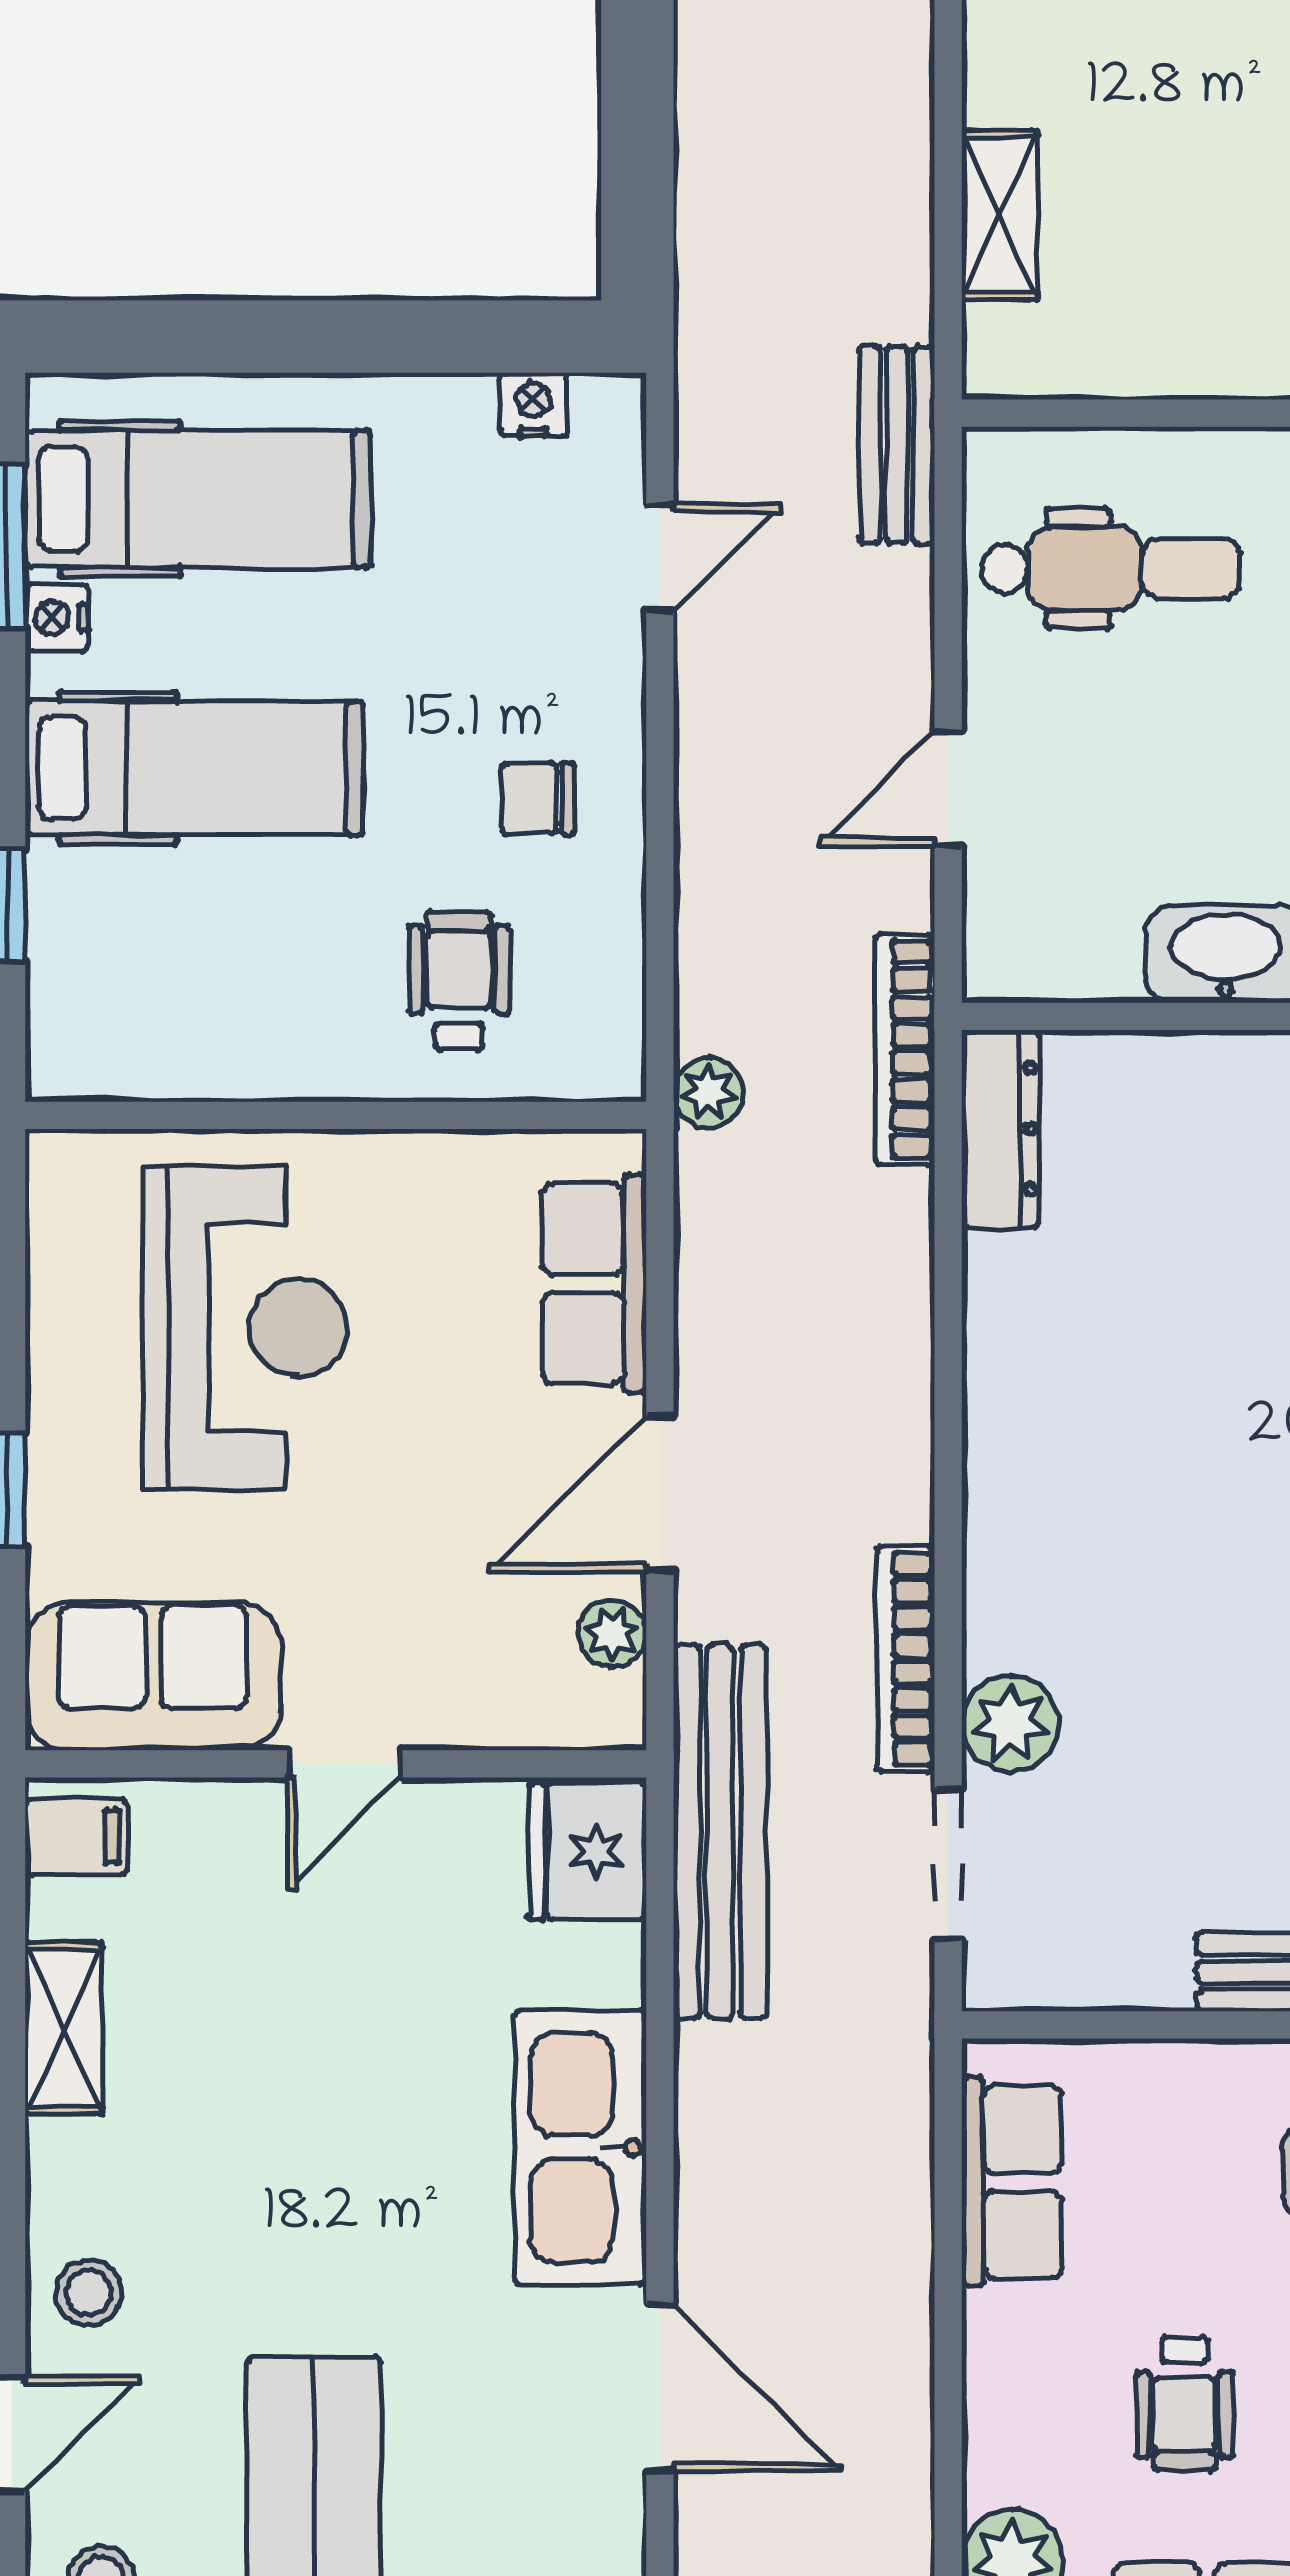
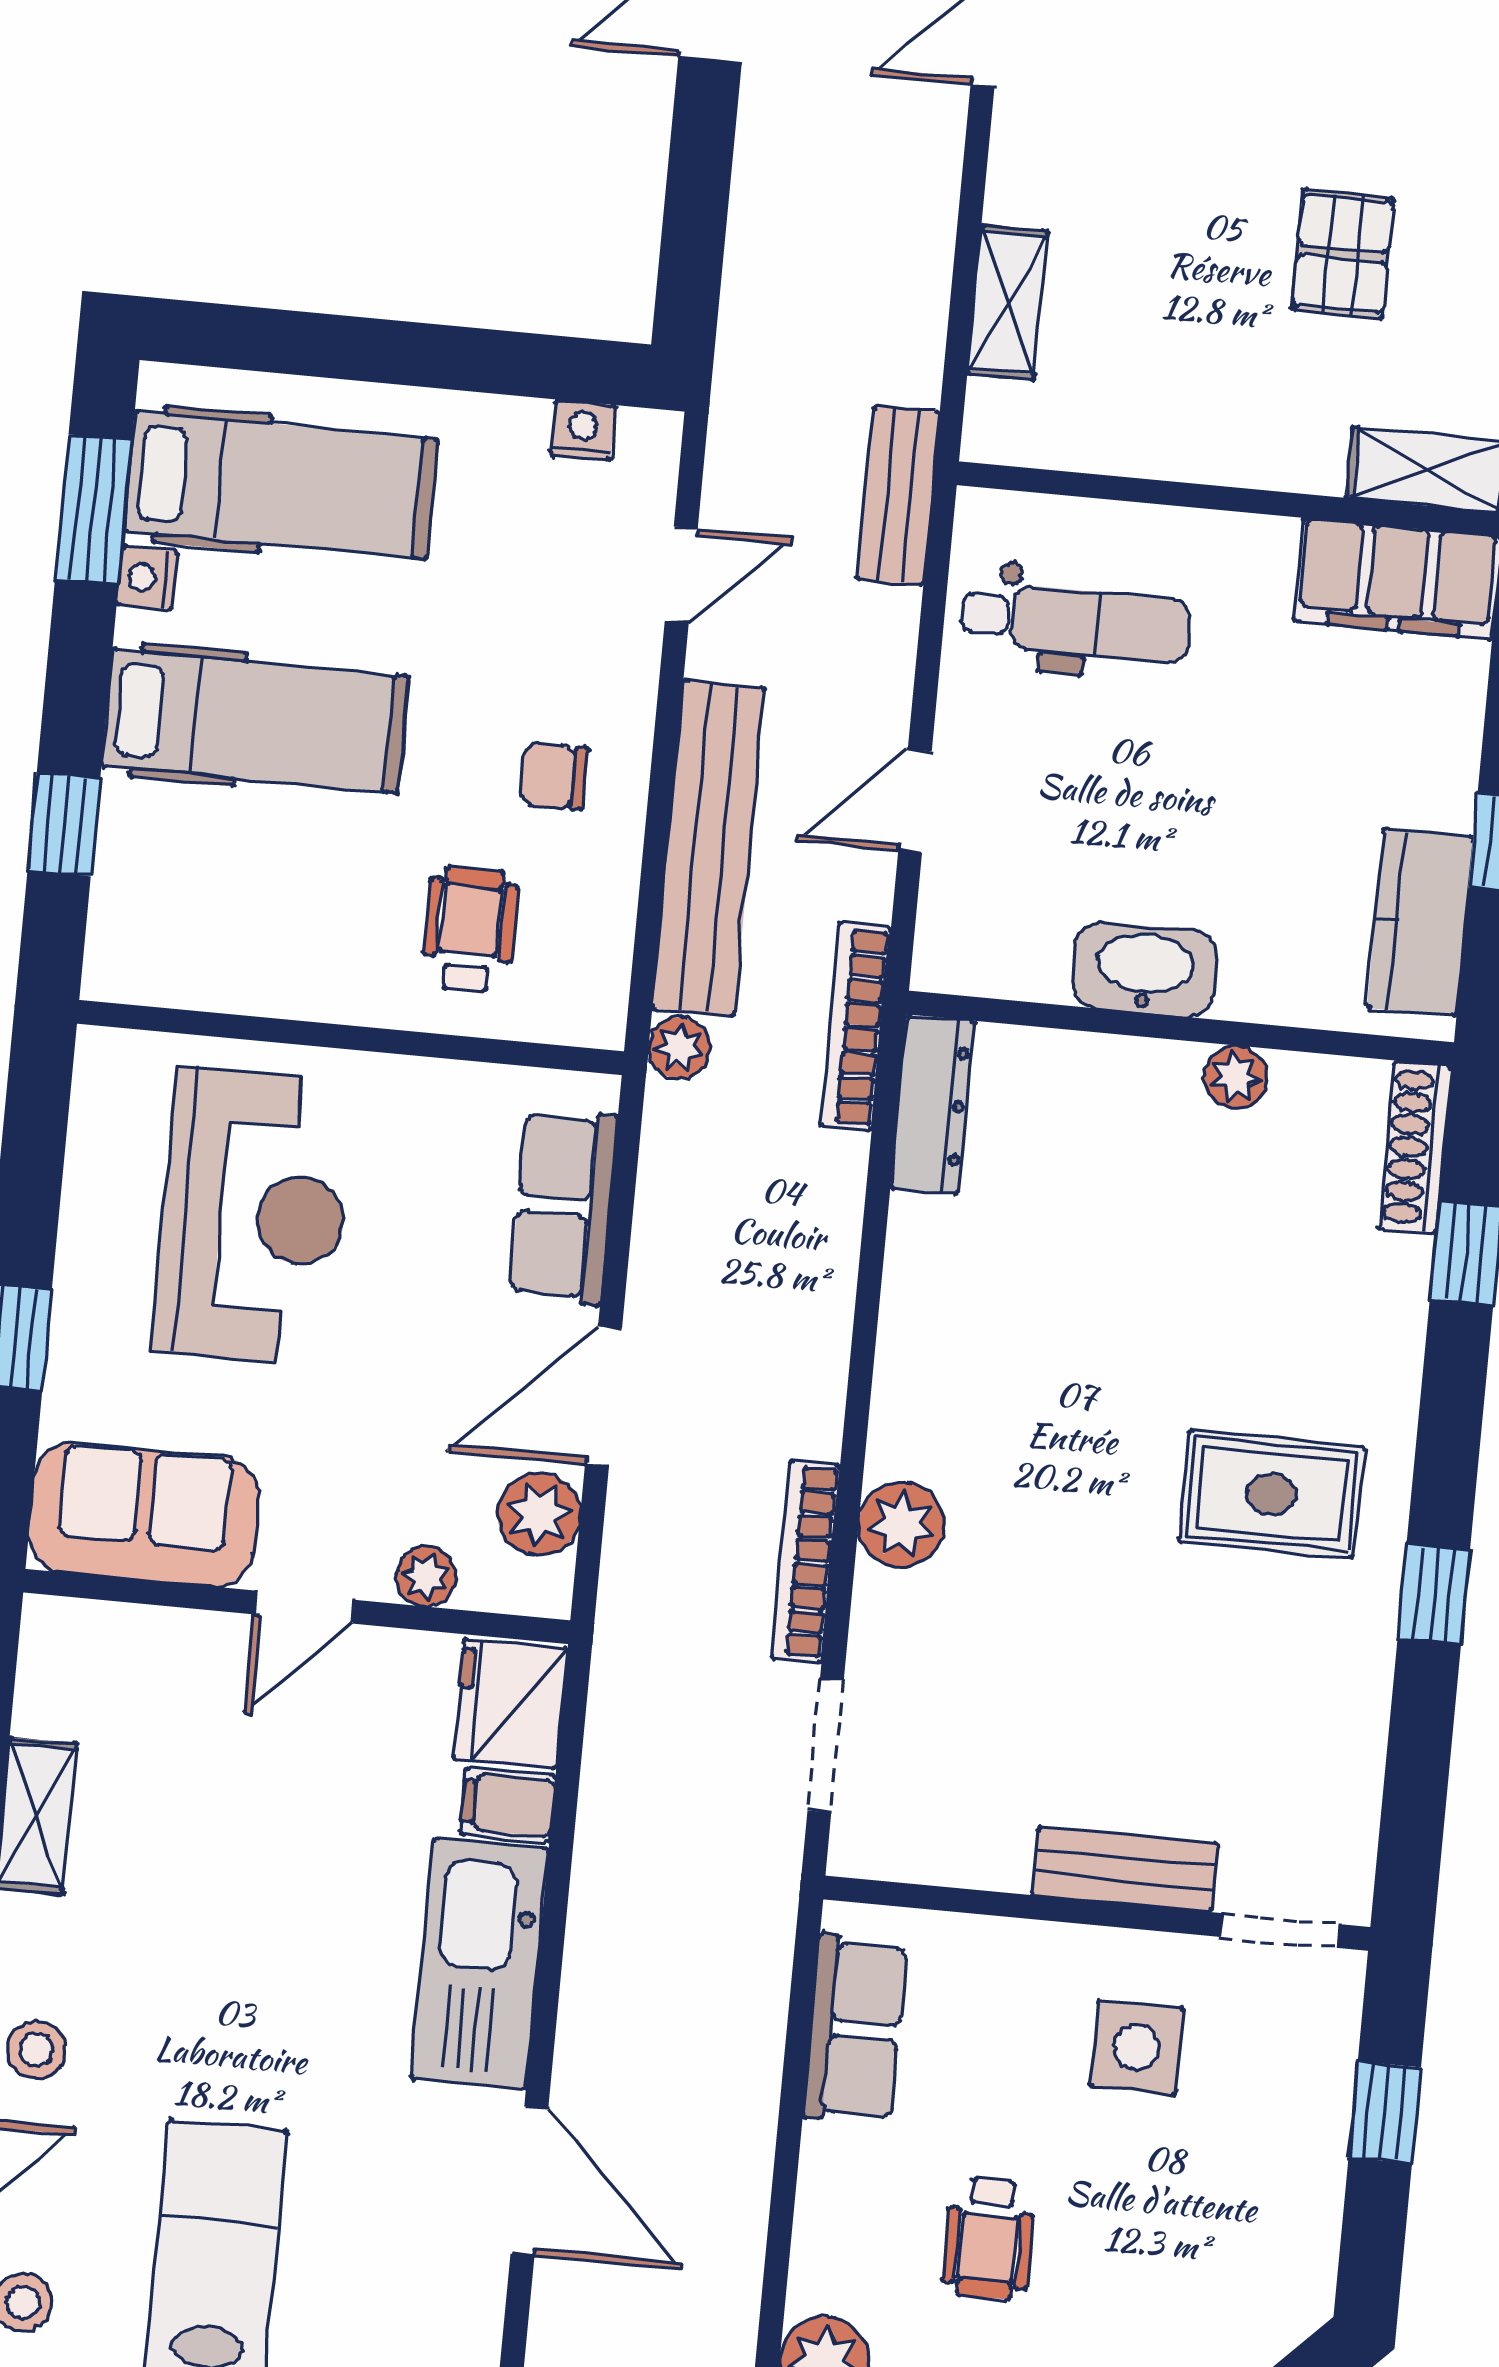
plant: (612, 1634) -> (539, 1514), width x1.38, depth x1.38
plant: (478, 1716) -> (426, 1577), added
plant: (1010, 1723) -> (901, 1525), moved
bench: (720, 1832) -> (709, 848), moved
filing cabinet: (76, 1837) -> (508, 1805), moved, turned 180

